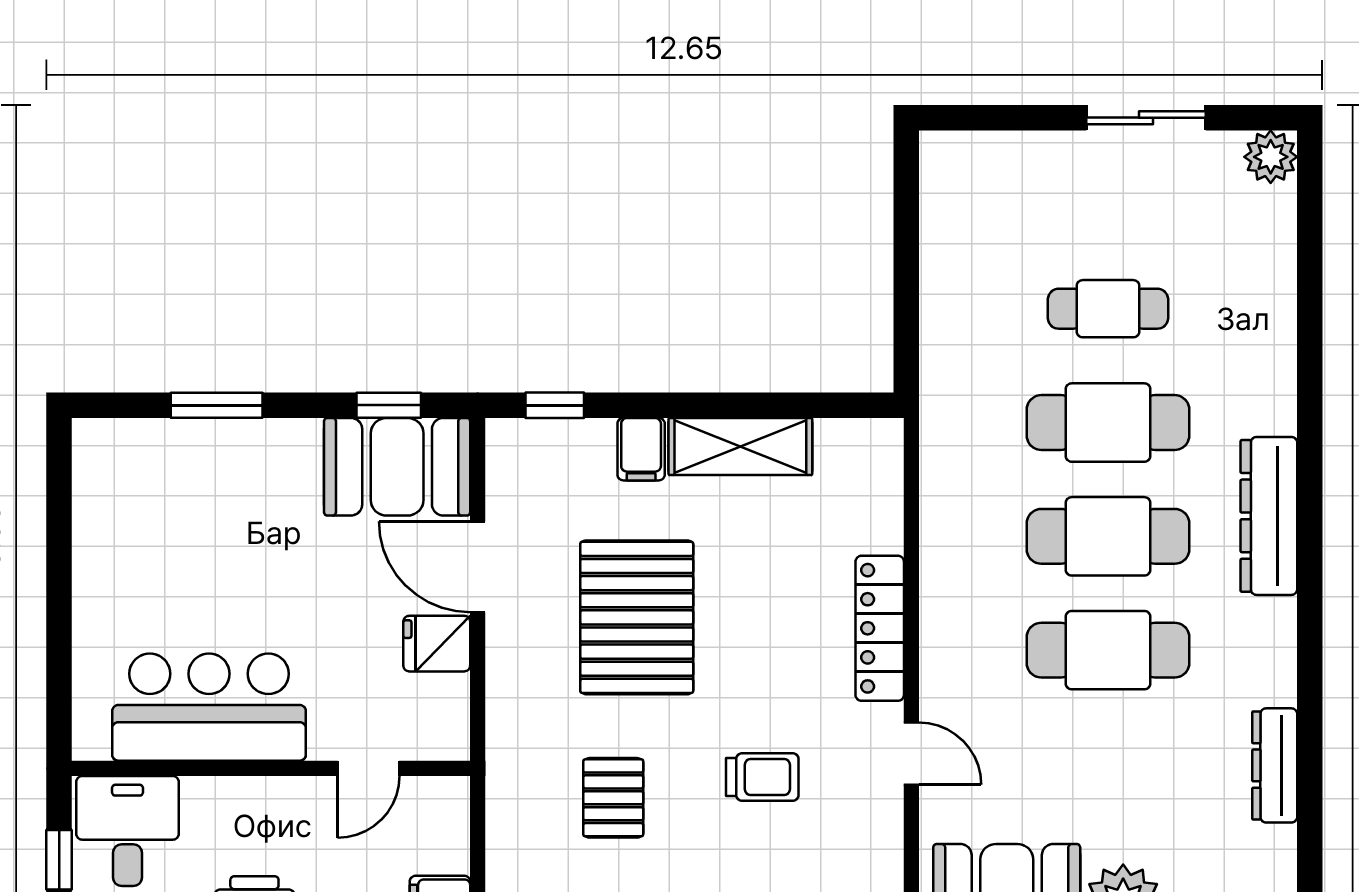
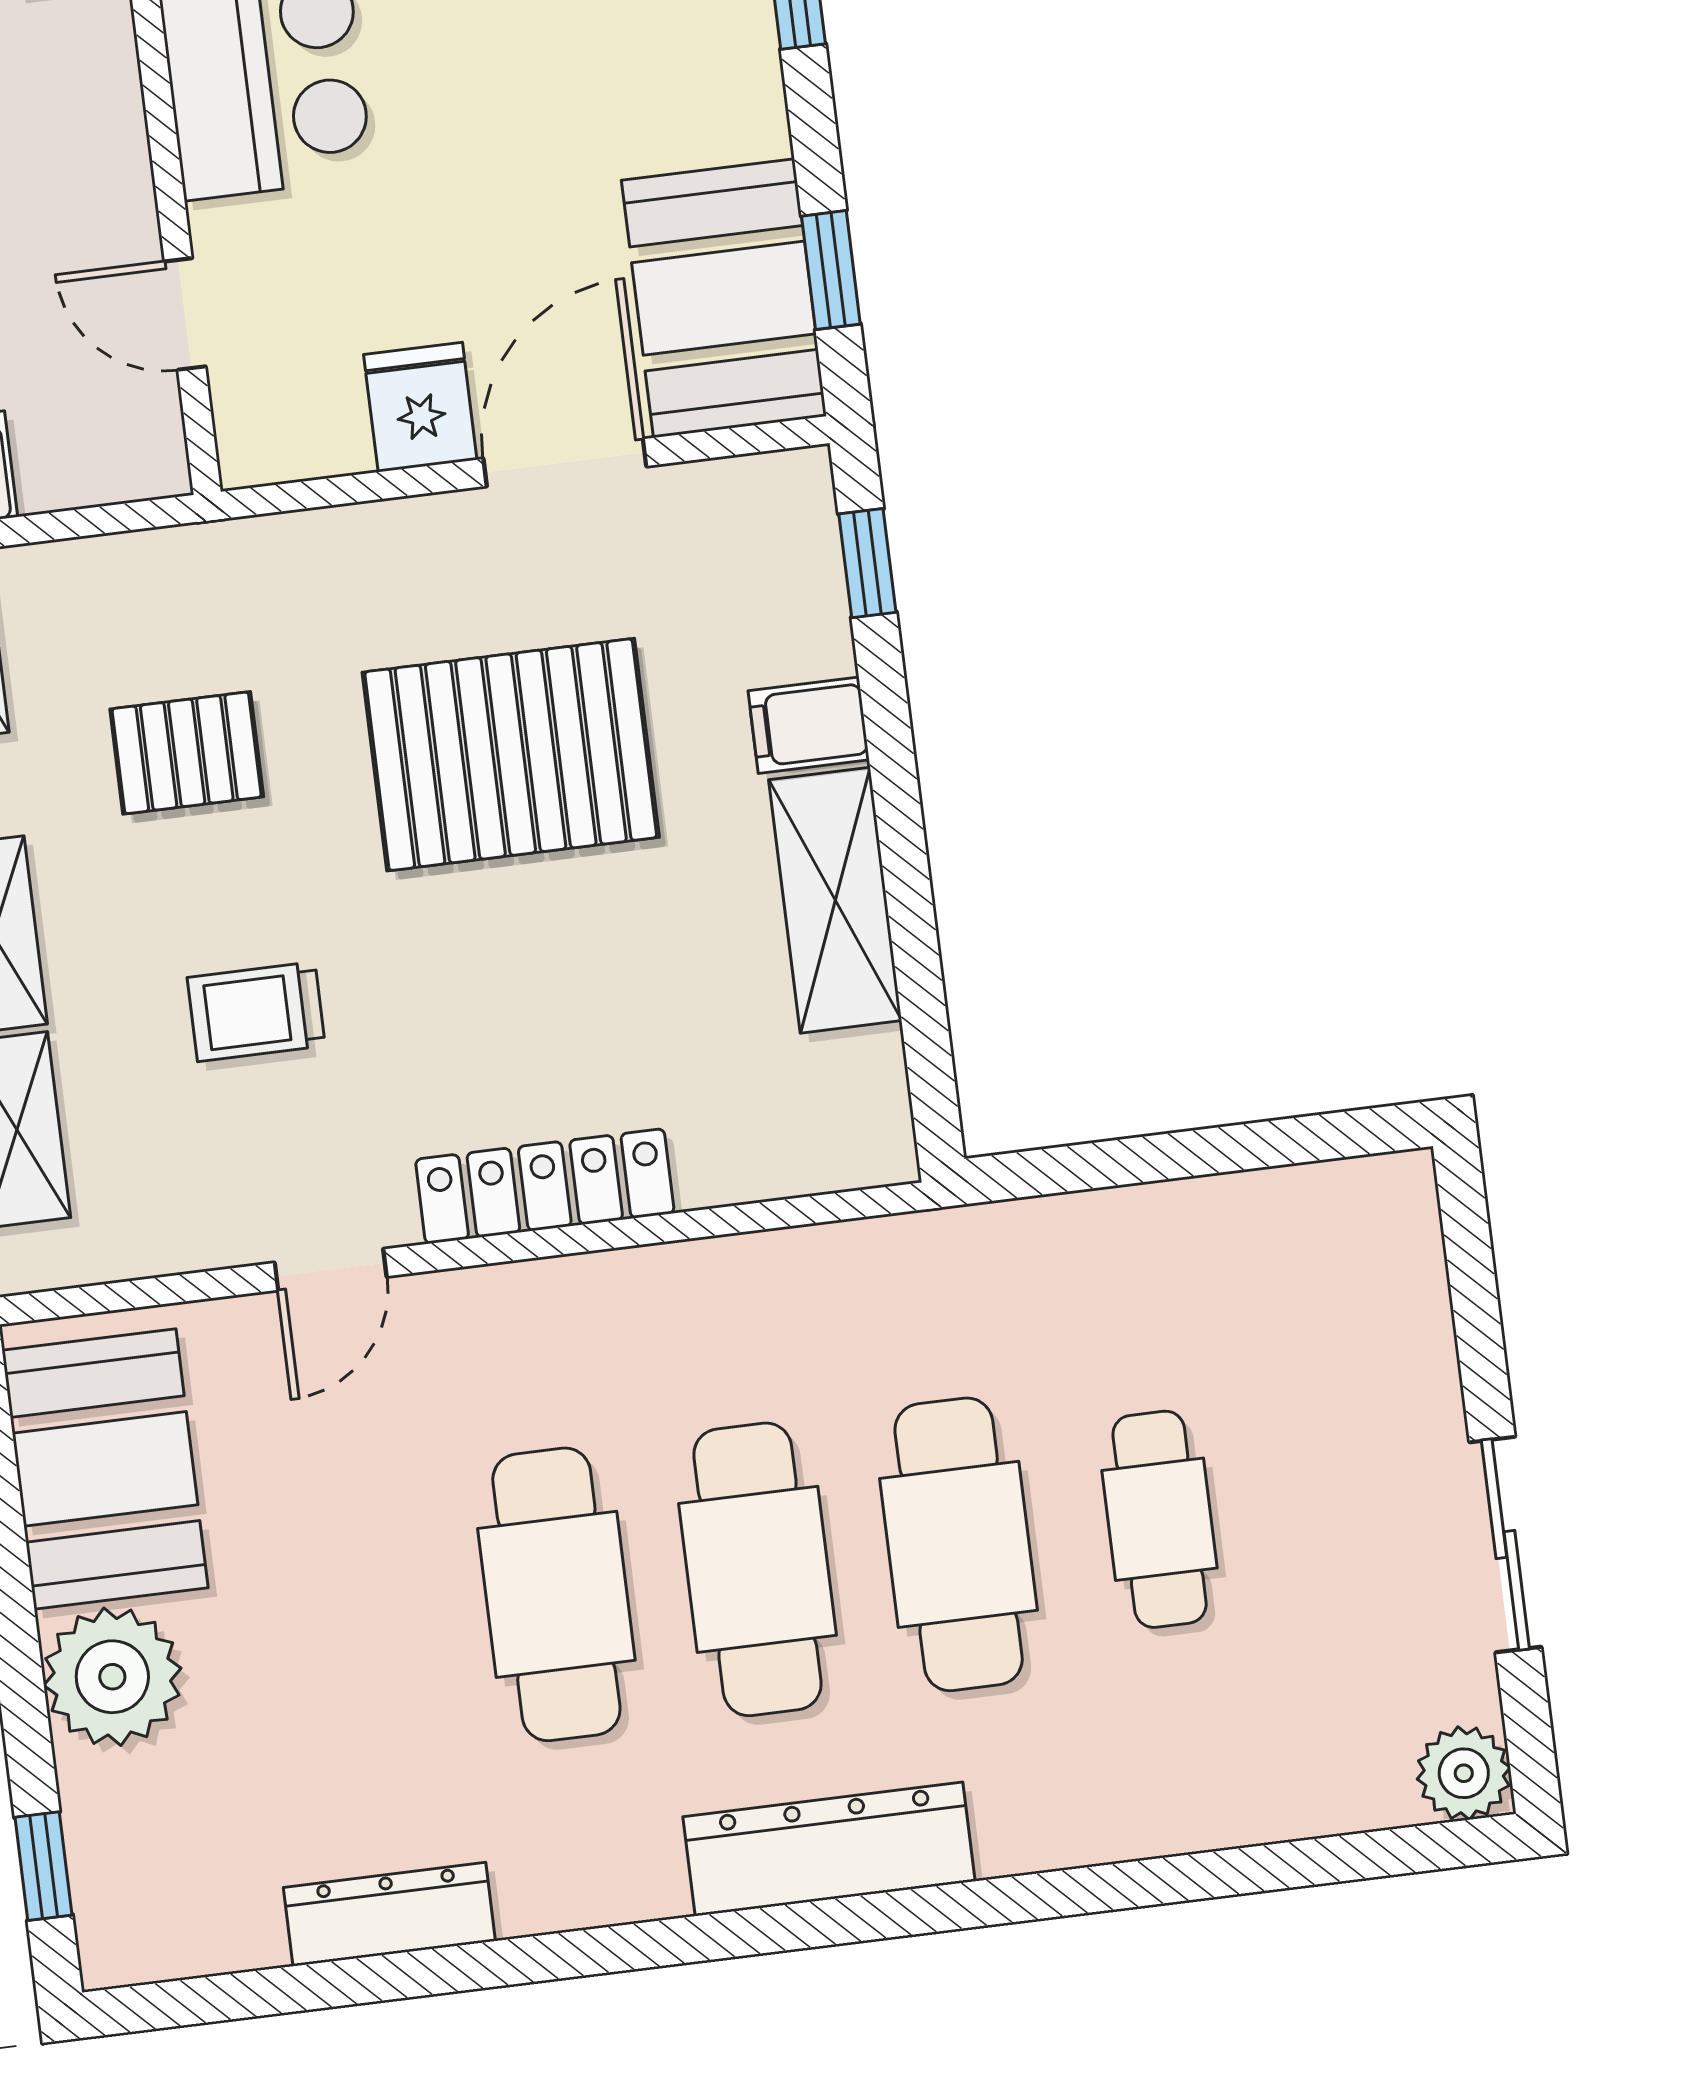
trolley: (762, 777) -> (256, 1012), turned 90

